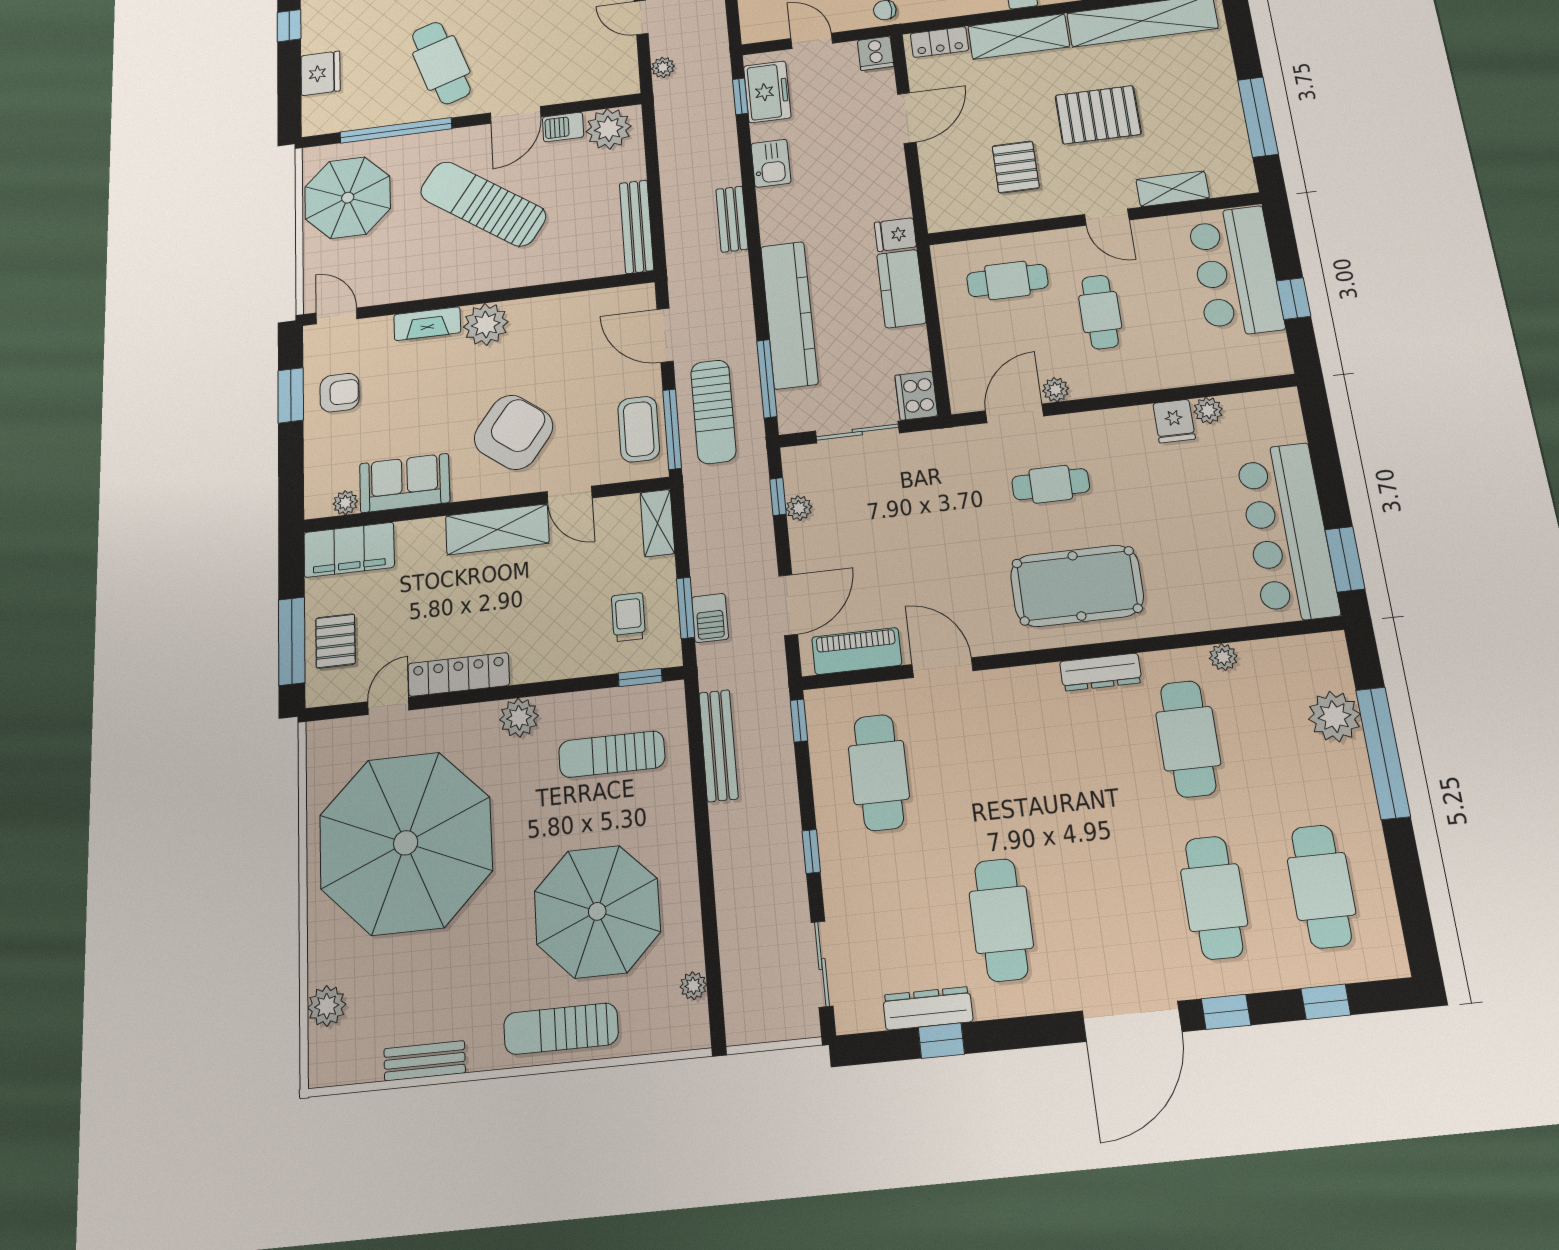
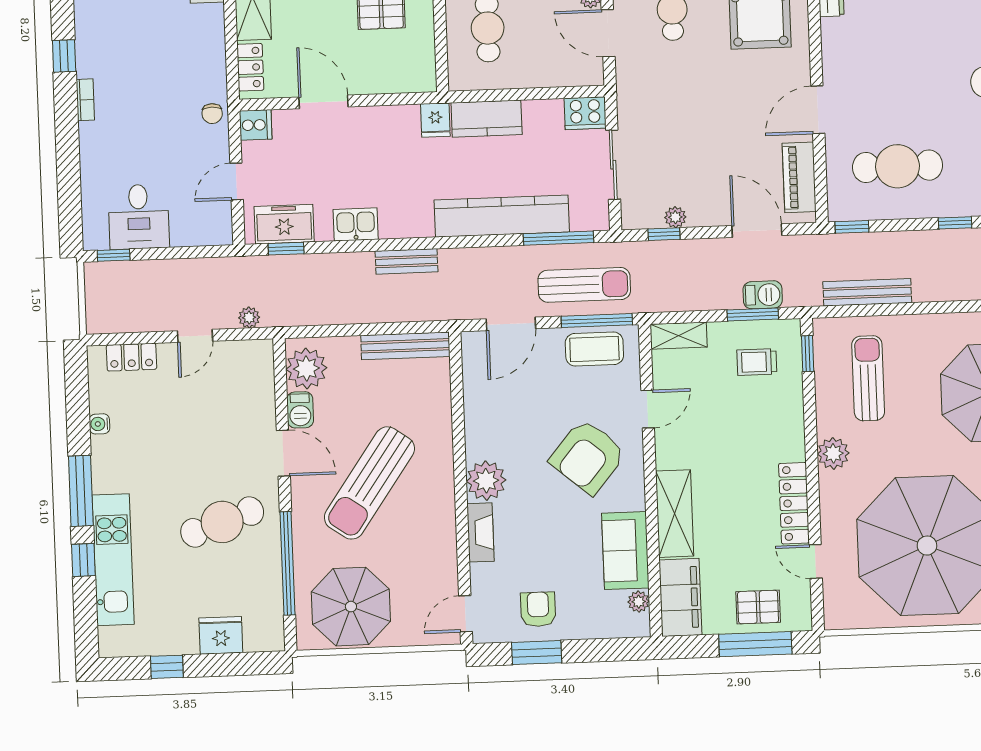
armchair: (514, 432) -> (588, 457), turned -87
shelving: (497, 529) -> (675, 514), moved
sun lounger: (612, 754) -> (868, 378), turned 180

